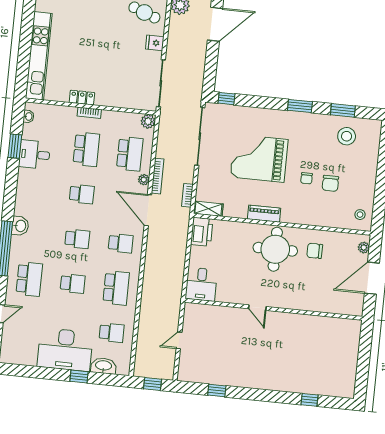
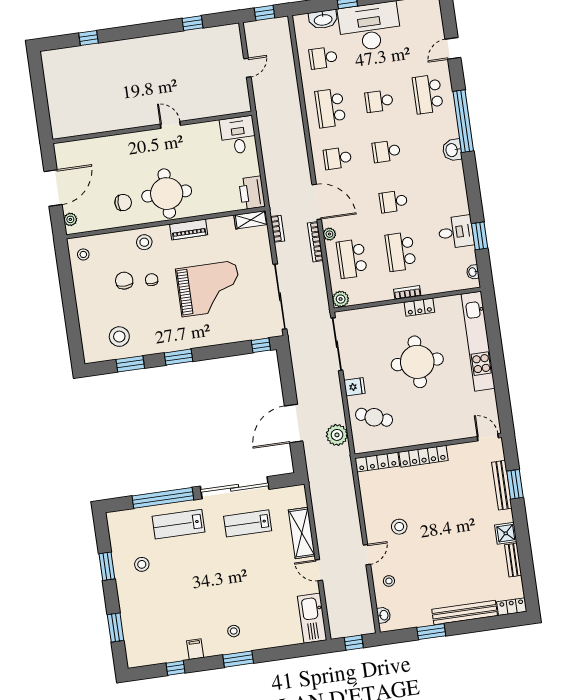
round table: (95, 51) -> (417, 362), added
stool: (305, 212) -> (144, 242), added

